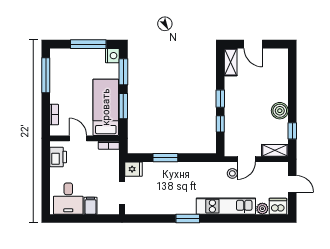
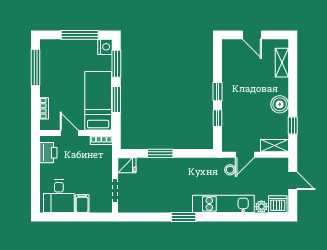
shelving: (231, 62) -> (282, 63), moved

